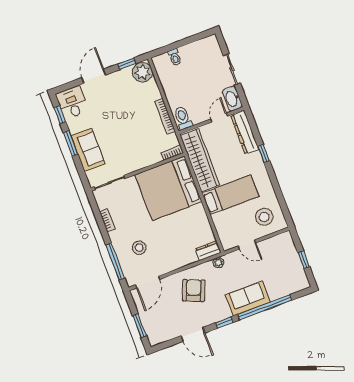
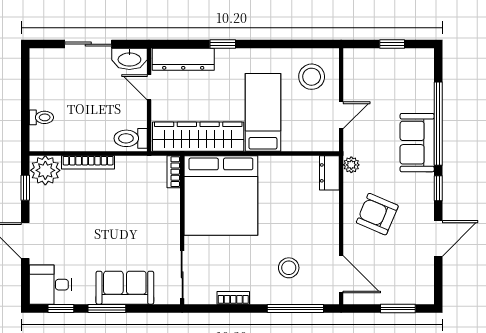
bookcase: (165, 116) -> (88, 162), moved

